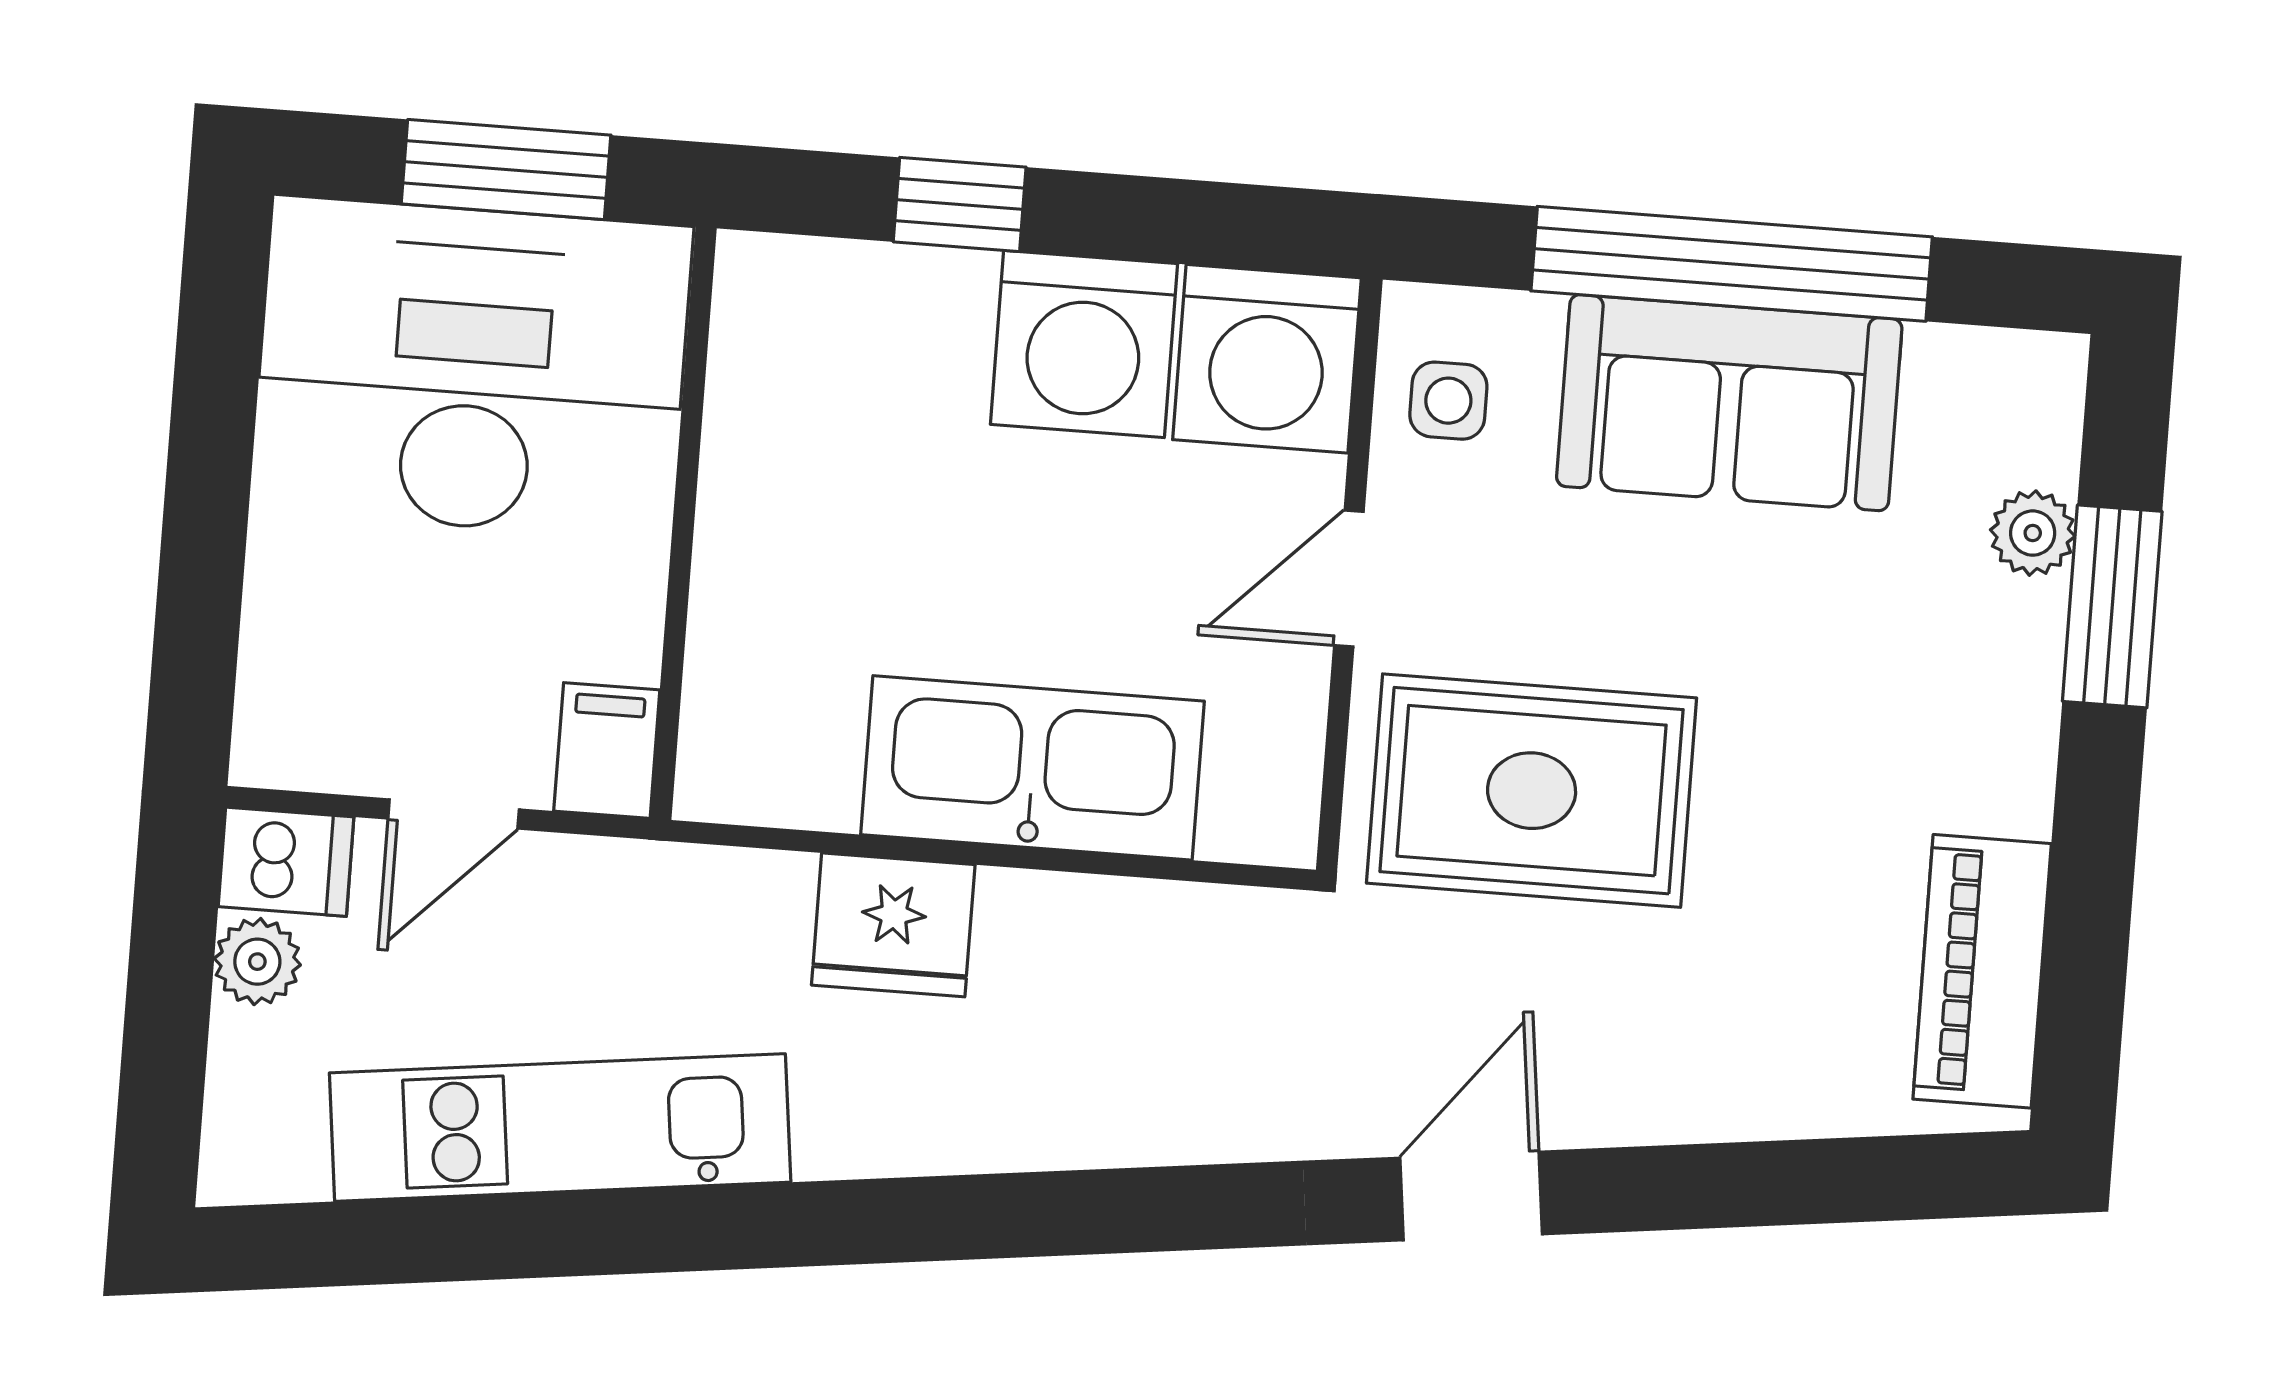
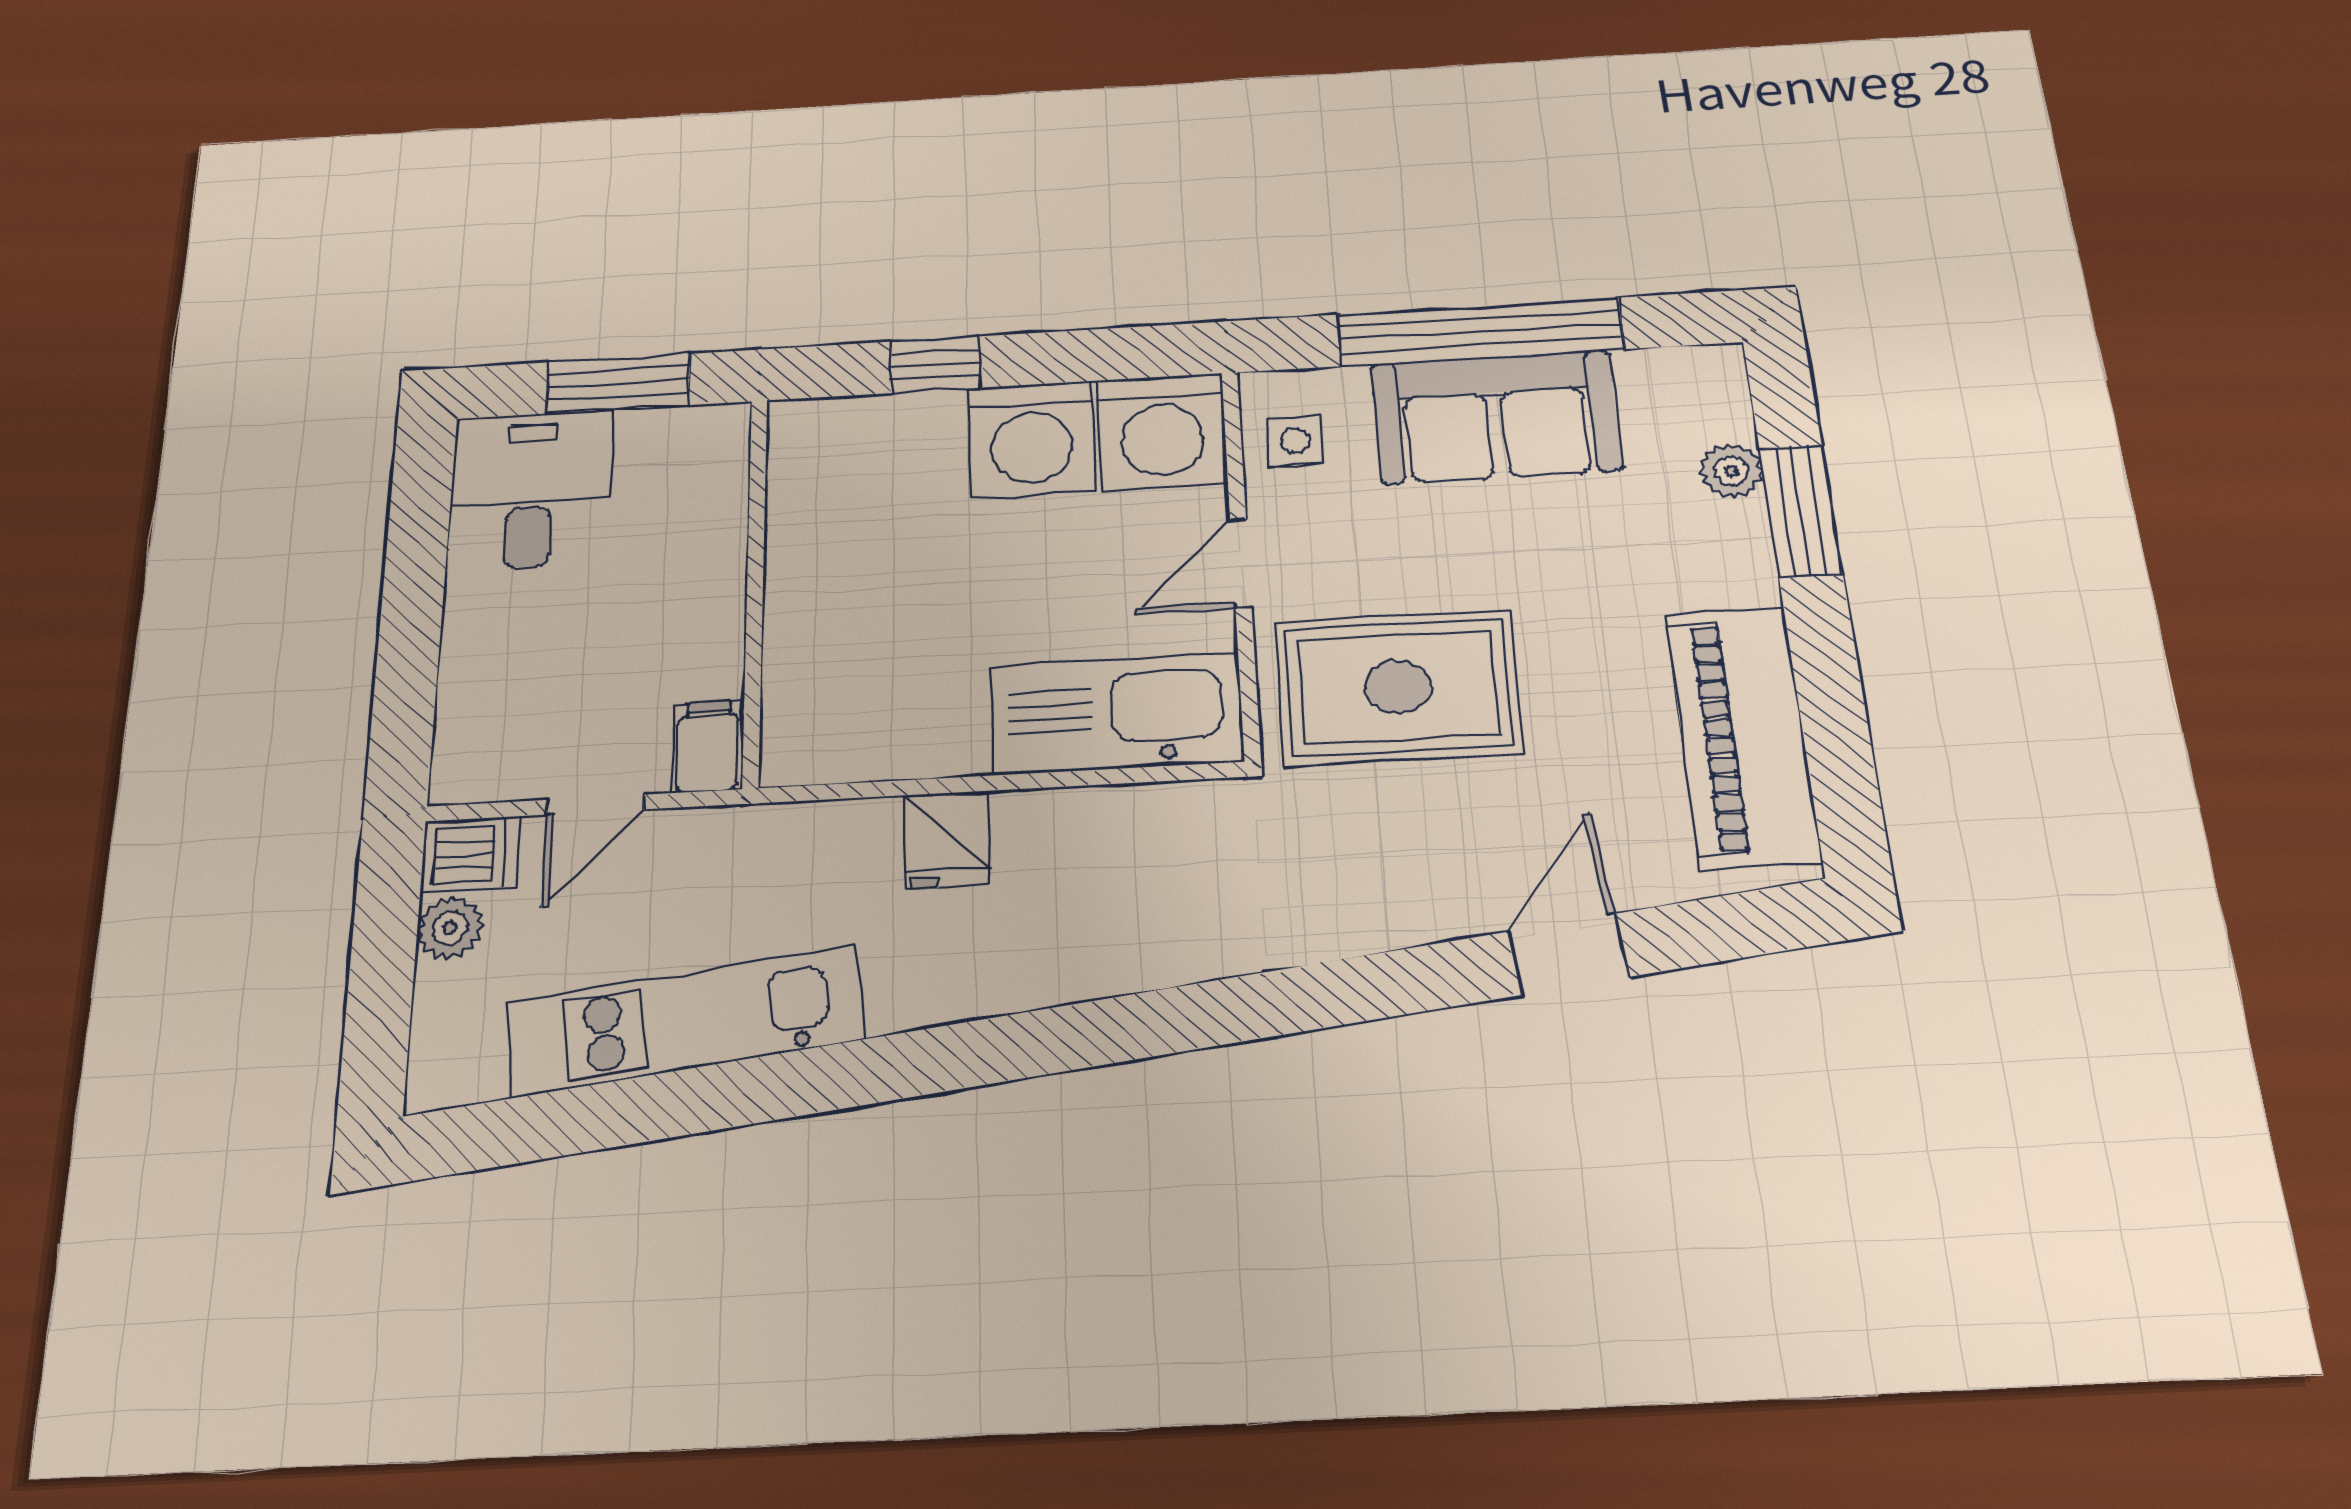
desk: (471, 368) -> (530, 490), width x0.53, depth x0.77
kitchen sink: (1033, 768) -> (1117, 713), moved
fridge: (893, 925) -> (947, 840), width x0.72
piano: (1982, 971) -> (1743, 736), width x1.37, depth x1.33
door: (1471, 1196) -> (1568, 954), moved

